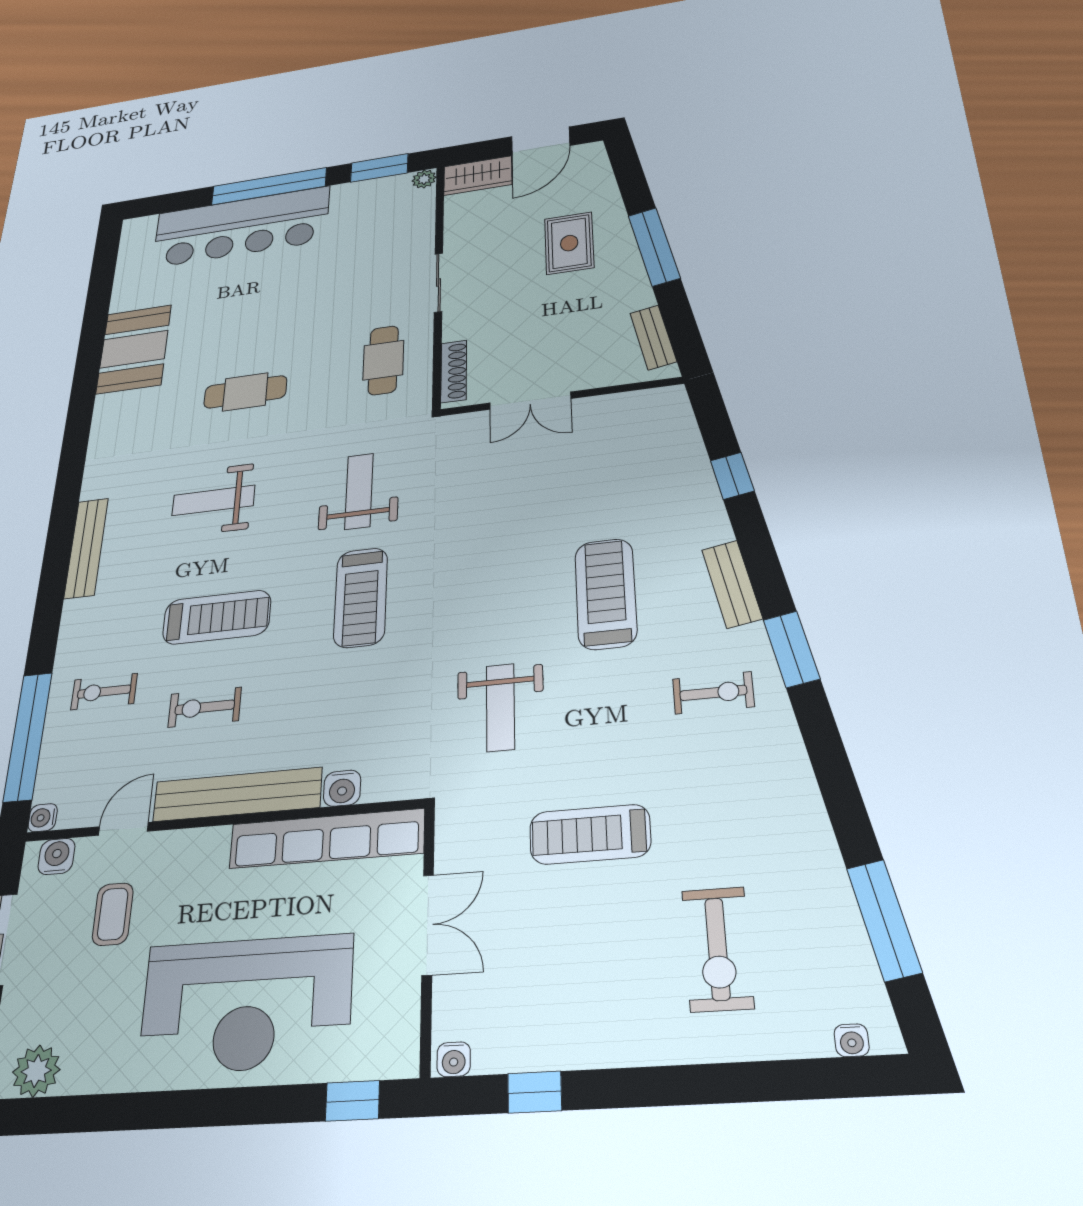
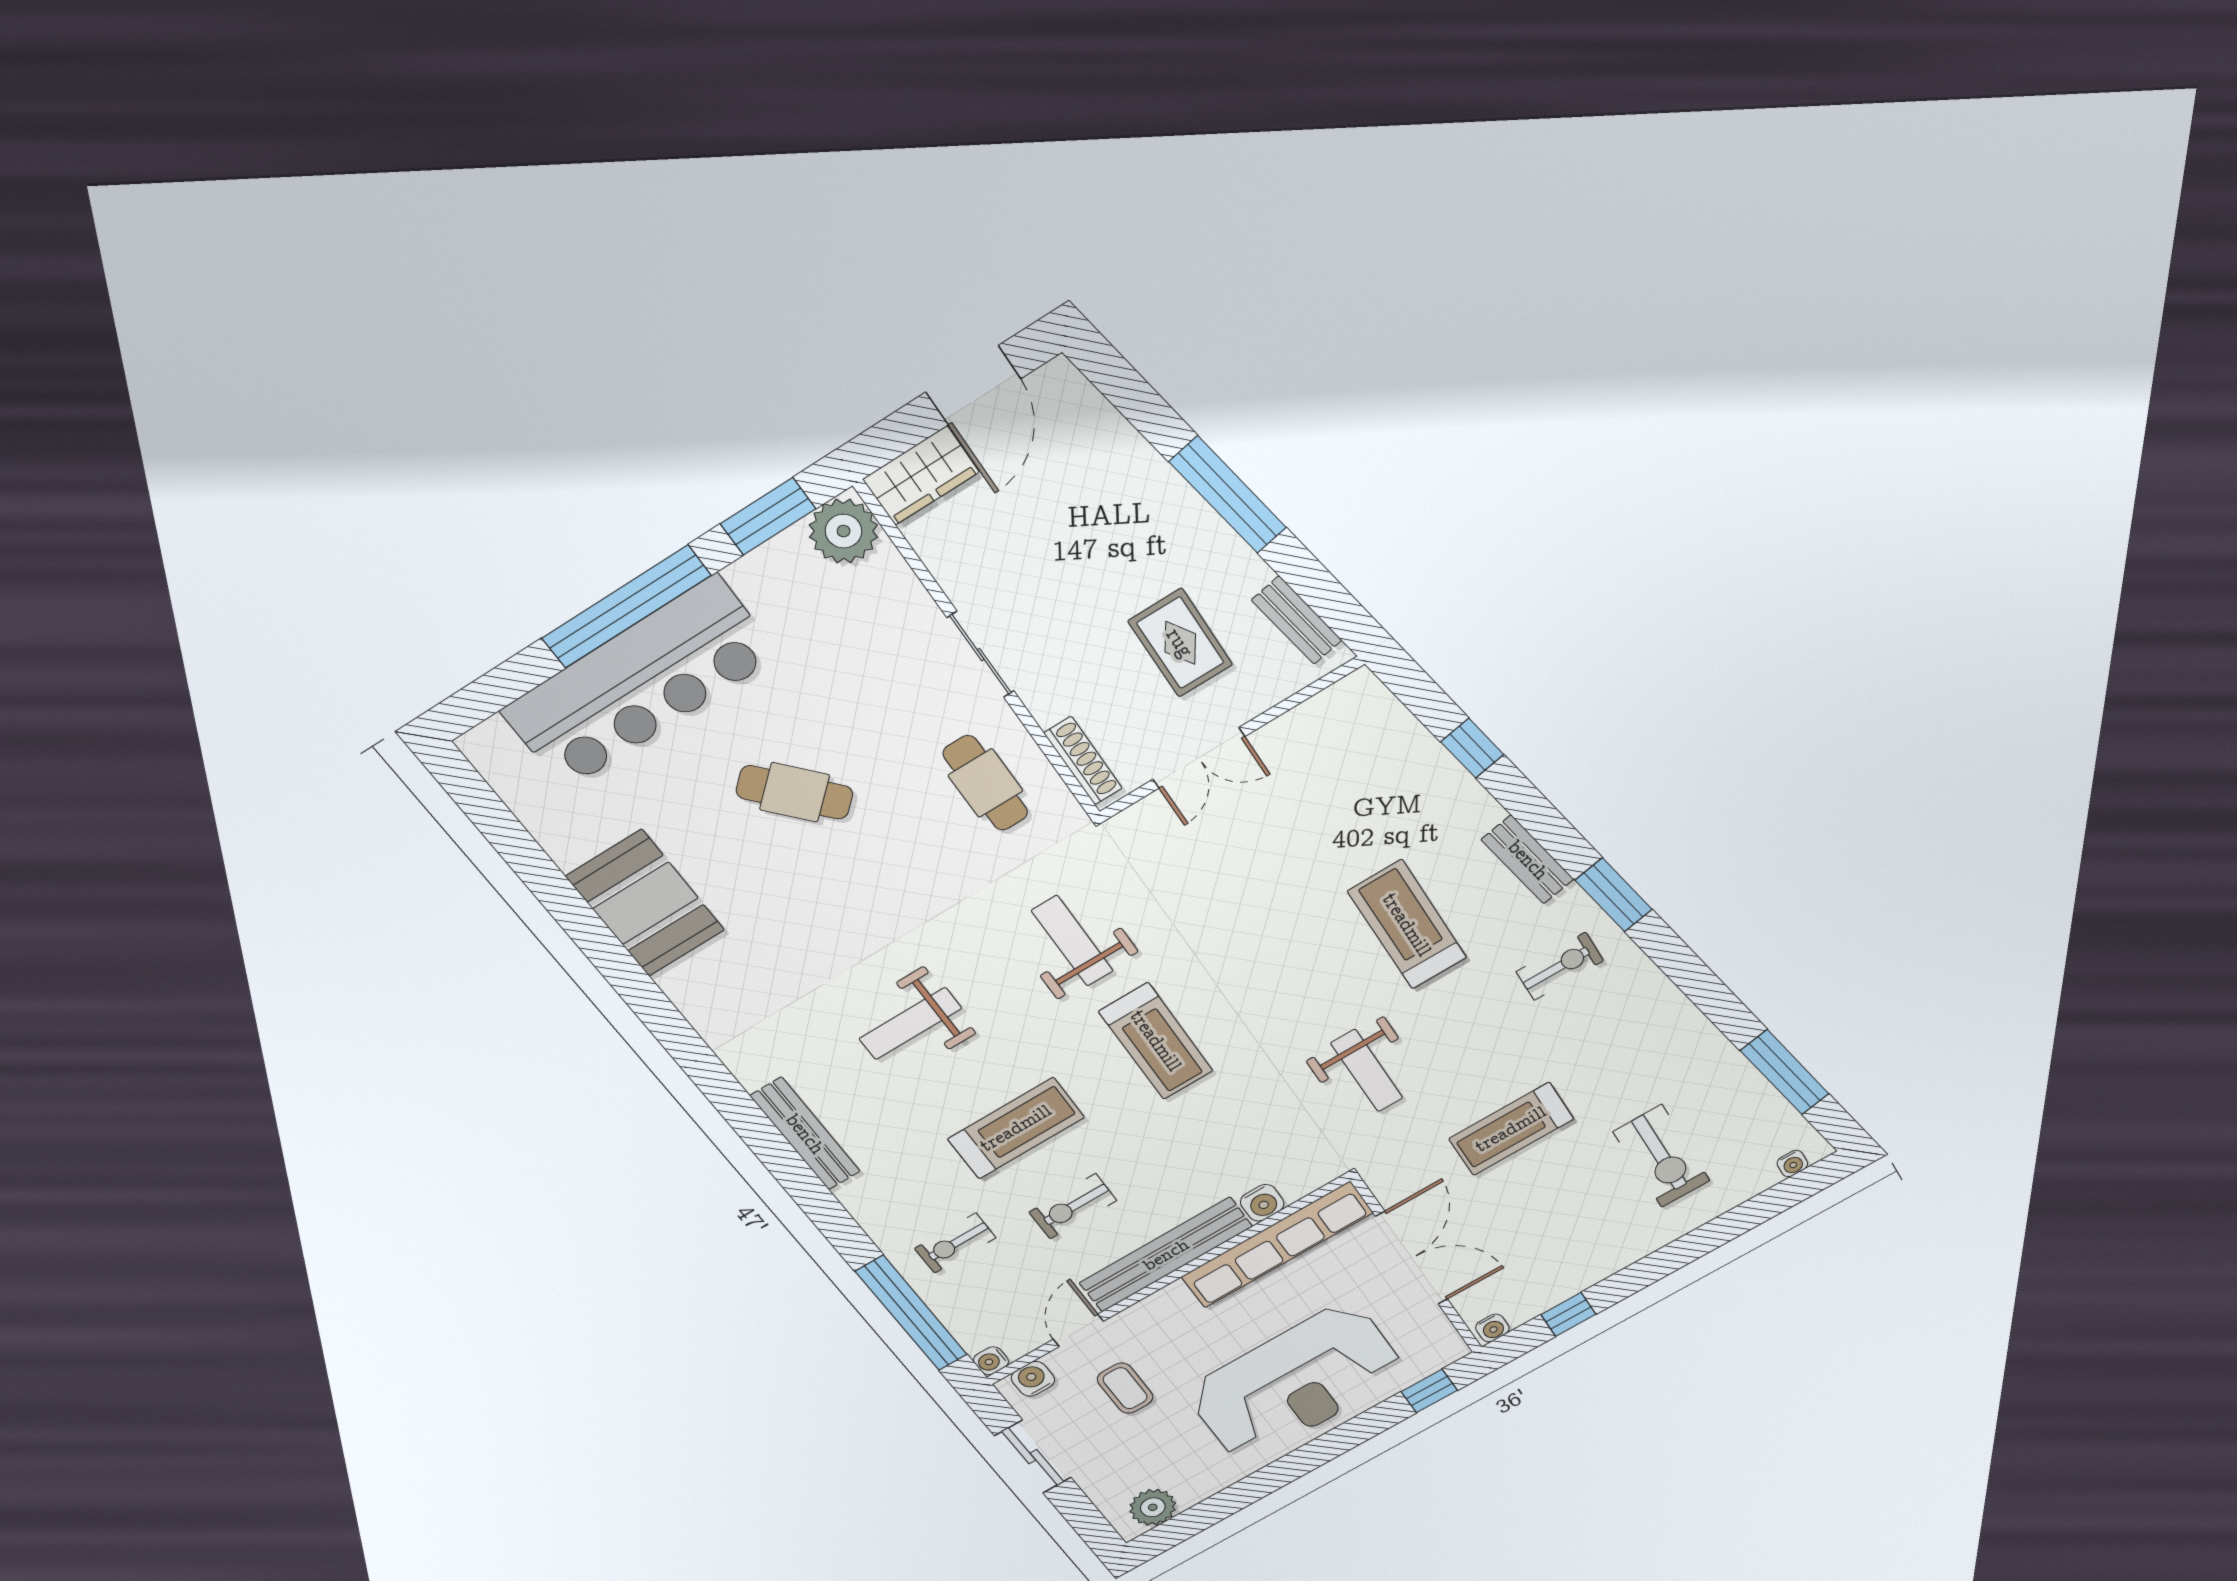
plant: (424, 179) -> (844, 531), width x1.88, depth x1.88
rug: (569, 243) -> (1180, 643), moved
cafe table: (245, 392) -> (795, 792), moved, turned 48
double door: (428, 925) -> (1412, 1258), width x1.37

